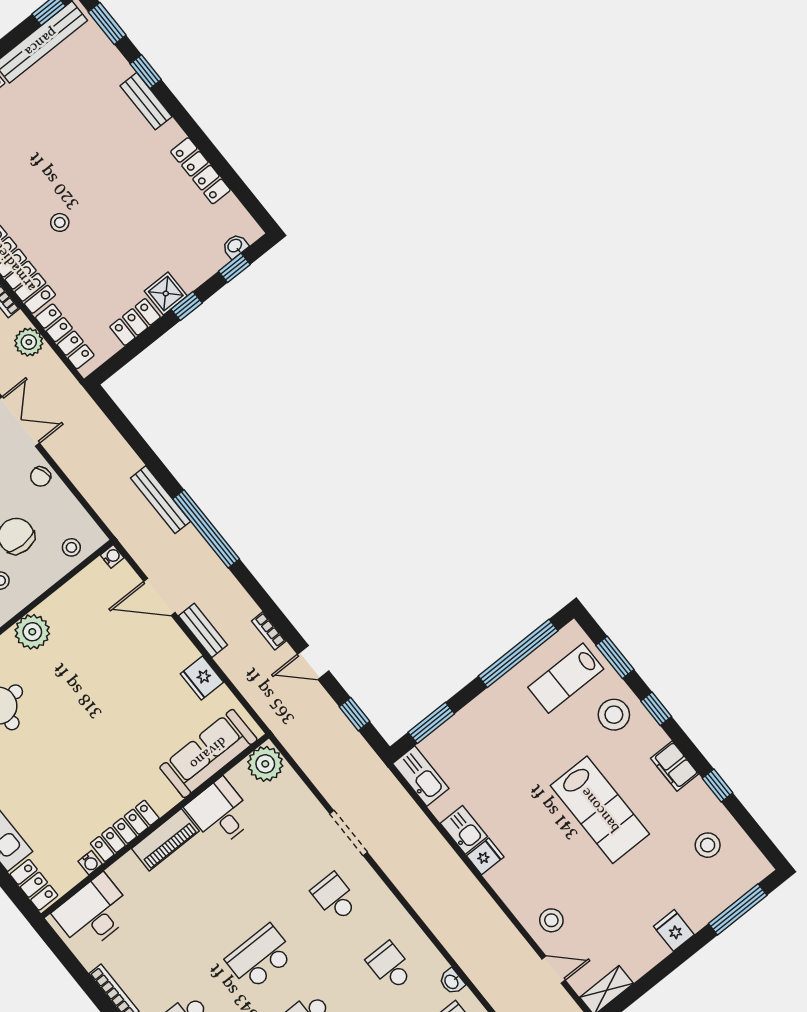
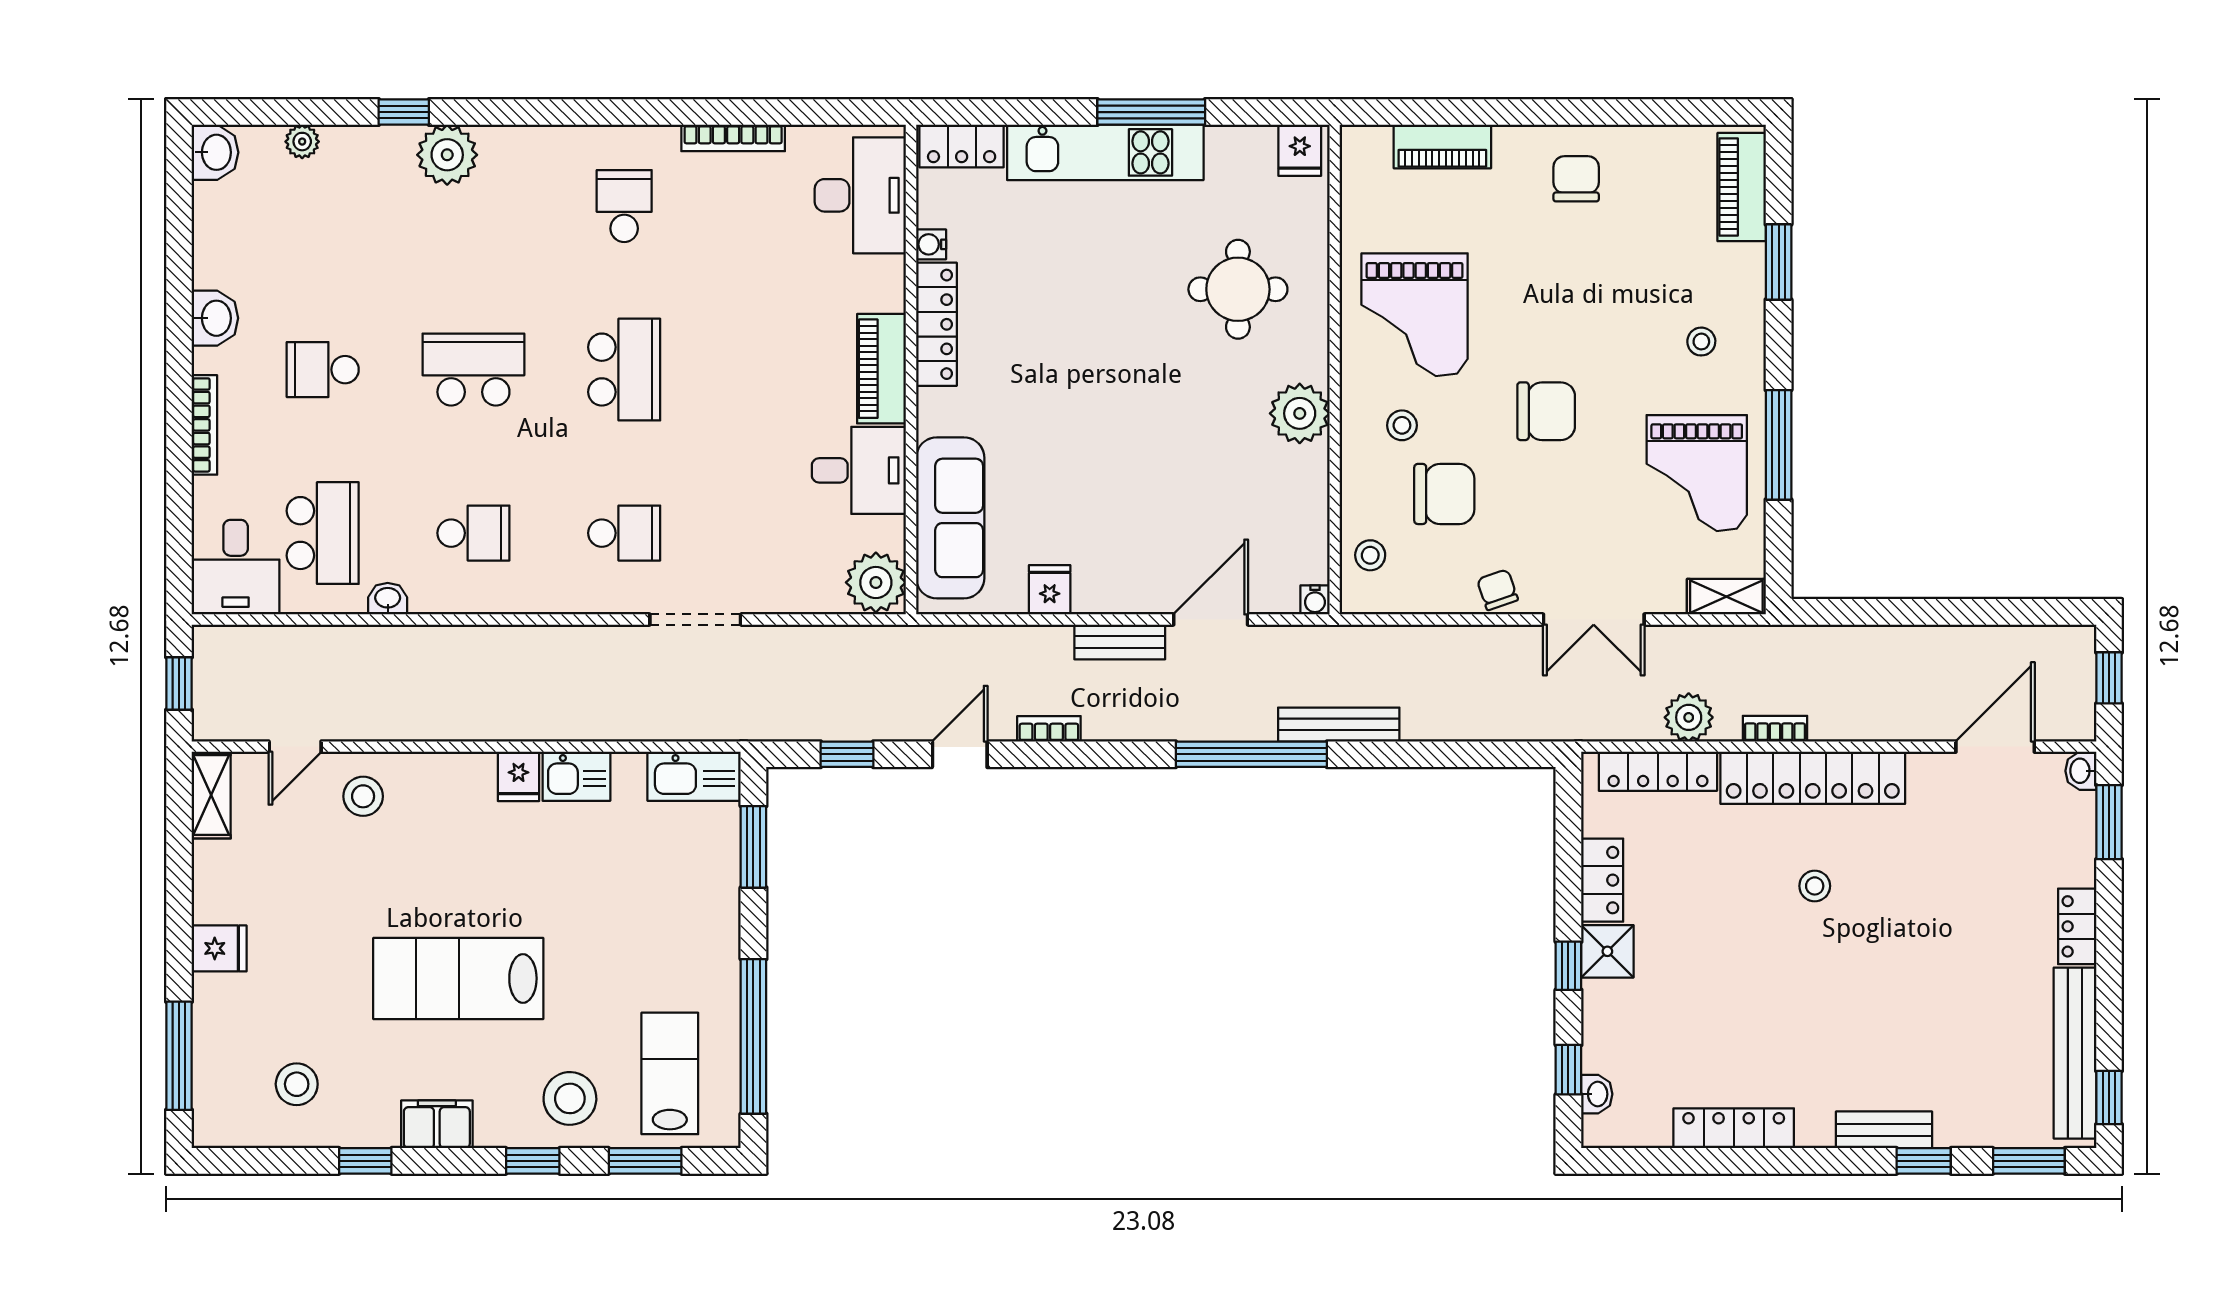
fridge: (202, 678) -> (1050, 590), width x0.72

